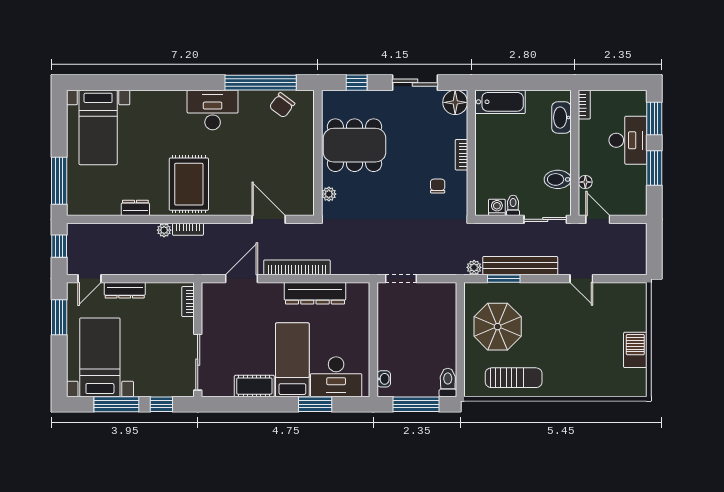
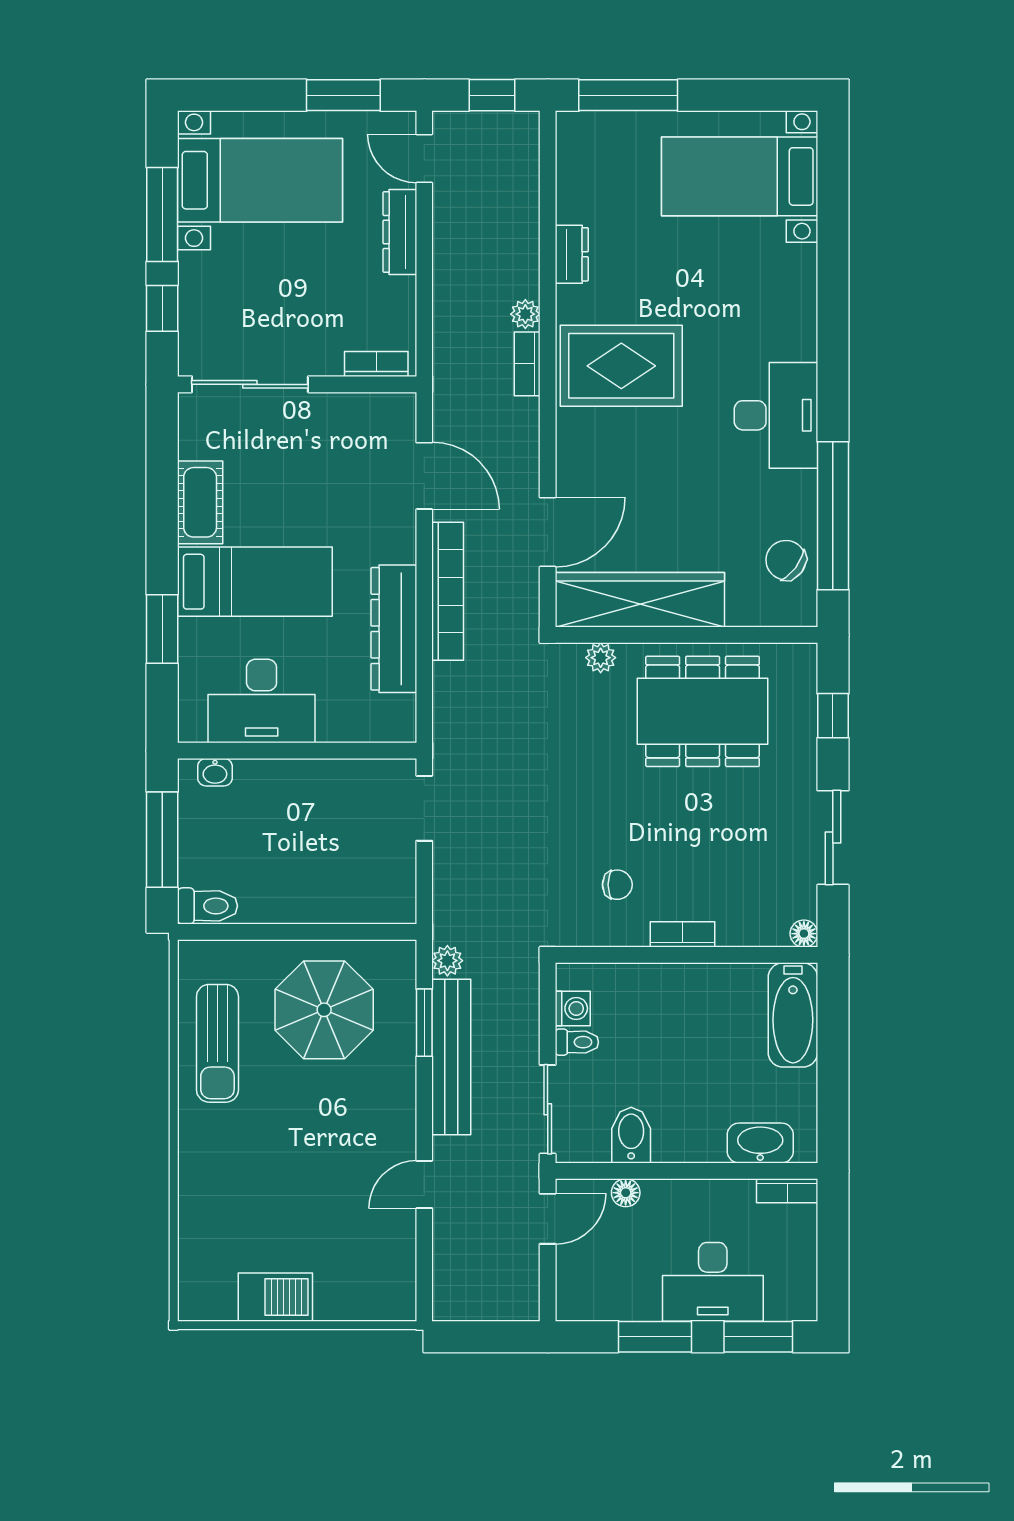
floor lamp: (455, 102) -> (804, 934), width x0.53, depth x0.53
dining table: (355, 145) -> (703, 711), turned 90
wardrobe: (301, 175) -> (640, 600), added
desk: (336, 377) -> (262, 701), moved, turned -90

